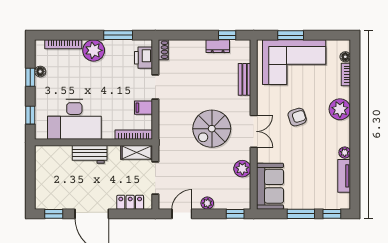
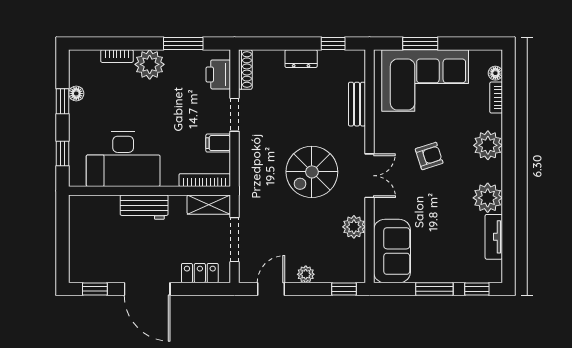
bookcase: (63, 44) -> (117, 56), width x0.64
dresser: (218, 46) -> (301, 59), moved
shoe rack: (163, 50) -> (245, 69), width x1.43
plant: (345, 153) -> (488, 198), width x1.88, depth x1.88

